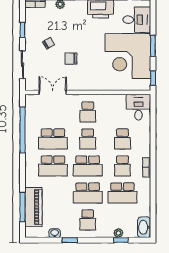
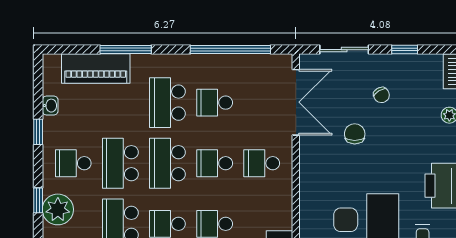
double door: (53, 92) -> (296, 102), width x1.37
school desk: (53, 139) -> (215, 103), width x0.54
window: (22, 207) -> (126, 50), moved
plant: (118, 233) -> (58, 209), width x1.88, depth x1.88
window: (121, 240) -> (38, 200), moved

